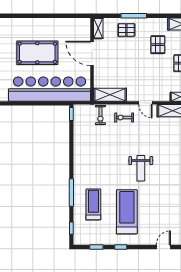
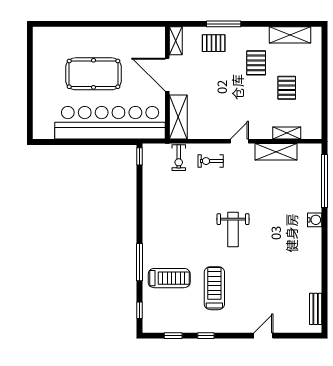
shelving: (110, 95) -> (178, 117), moved, turned 90
door: (145, 103) -> (239, 141), swing flipped
treadmill: (93, 204) -> (169, 278), turned 90
treadmill: (127, 212) -> (214, 288), width x0.73, depth x0.73

